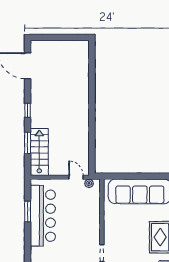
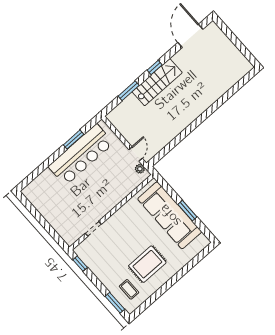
stairs: (39, 152) -> (157, 82), moved
window: (148, 176) -> (187, 211), added

